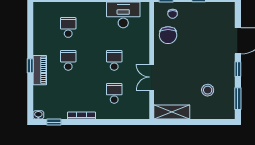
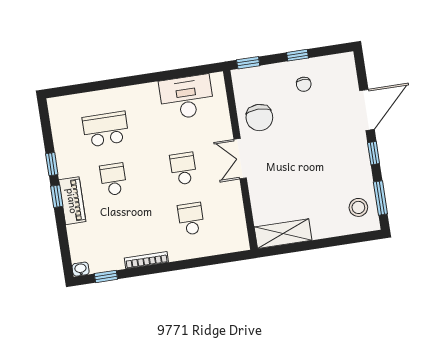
chair: (173, 14) -> (304, 84), moved
school desk: (68, 27) -> (106, 129), width x1.85
window: (30, 45) -> (52, 164), added
double door: (152, 77) -> (240, 159), moved
stool: (208, 90) -> (358, 207), moved

